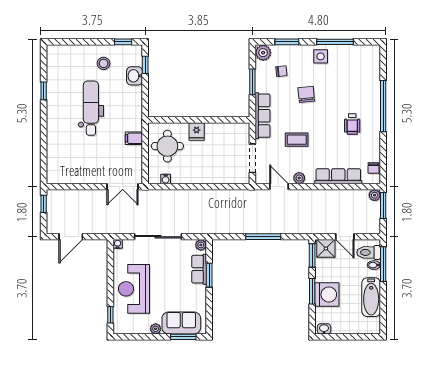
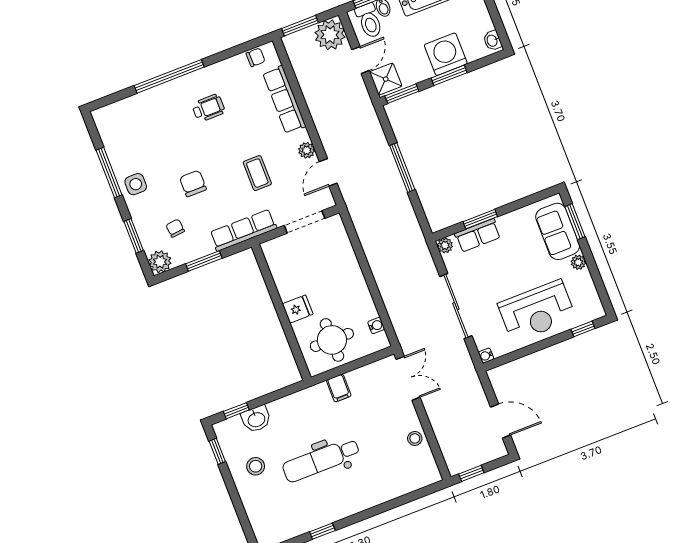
chair: (306, 94) -> (193, 183), turned 96
stool: (81, 176) -> (415, 438), added
plant: (375, 195) -> (330, 35), moved, width x1.88, depth x1.88

